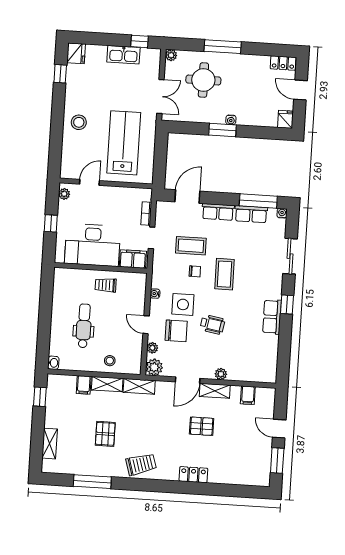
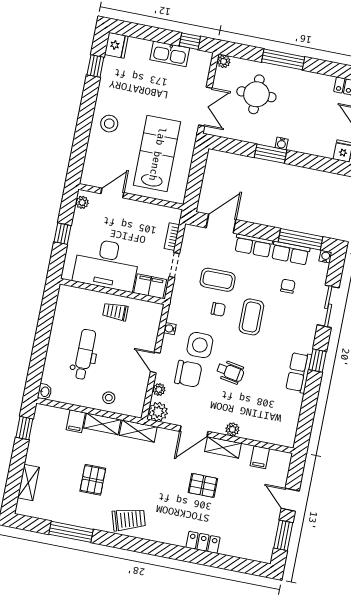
chair: (253, 243) -> (288, 286), added
locker: (193, 475) -> (203, 542), moved

